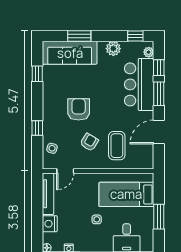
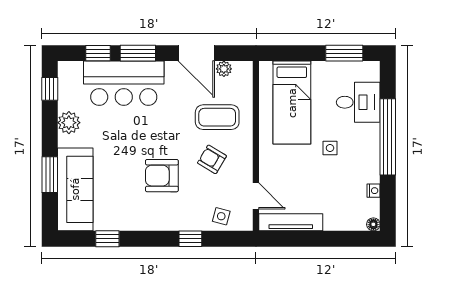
plant: (149, 52) -> (224, 69), moved
window: (159, 217) -> (344, 53), moved
nightstand: (50, 224) -> (337, 220), removed

